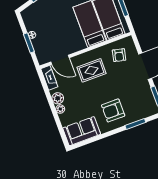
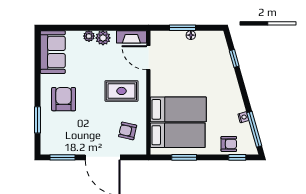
door: (60, 60) -> (148, 58), hinge flipped
rug: (92, 70) -> (121, 91), turned 90

